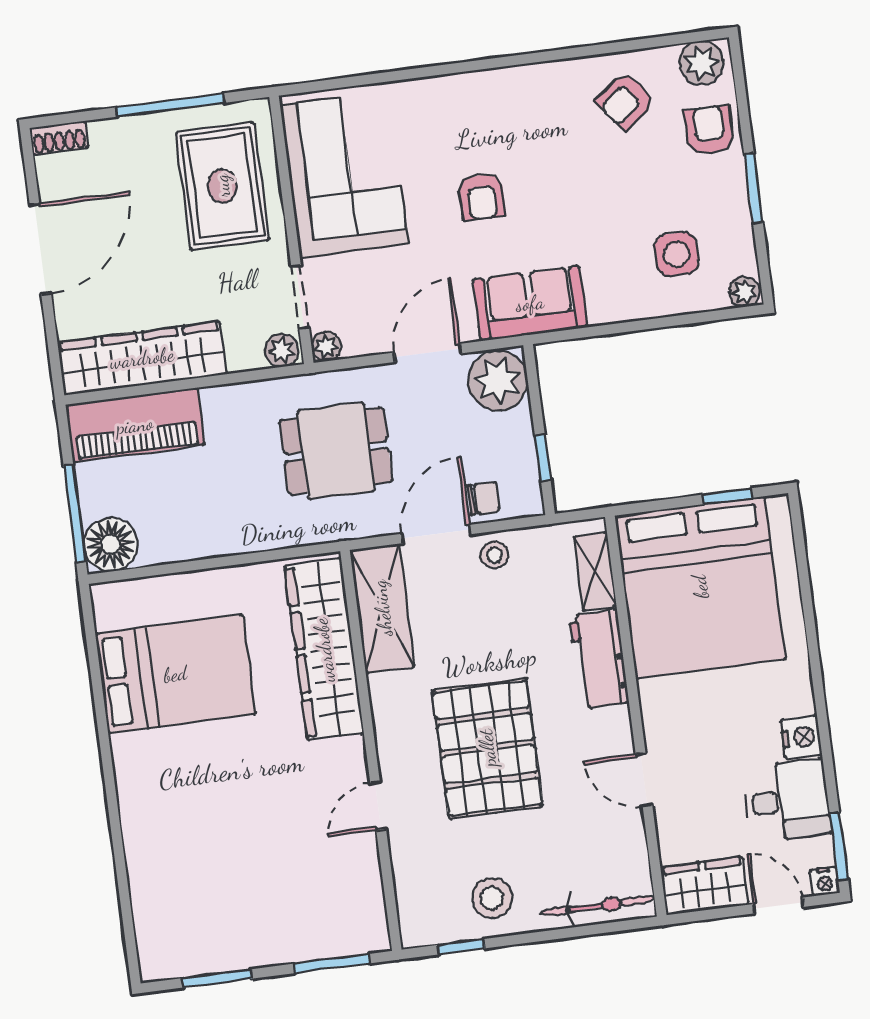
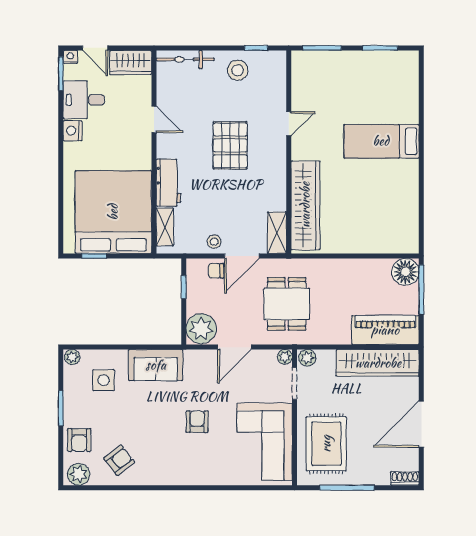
sofa: (530, 303) -> (156, 365), moved
dining table: (336, 451) -> (287, 304), turned 90
shelving: (382, 608) -> (277, 233), width x0.67, depth x0.75
bed: (175, 674) -> (381, 141), moved, width x0.67
pallet: (487, 748) -> (230, 145), width x0.73, depth x0.71

